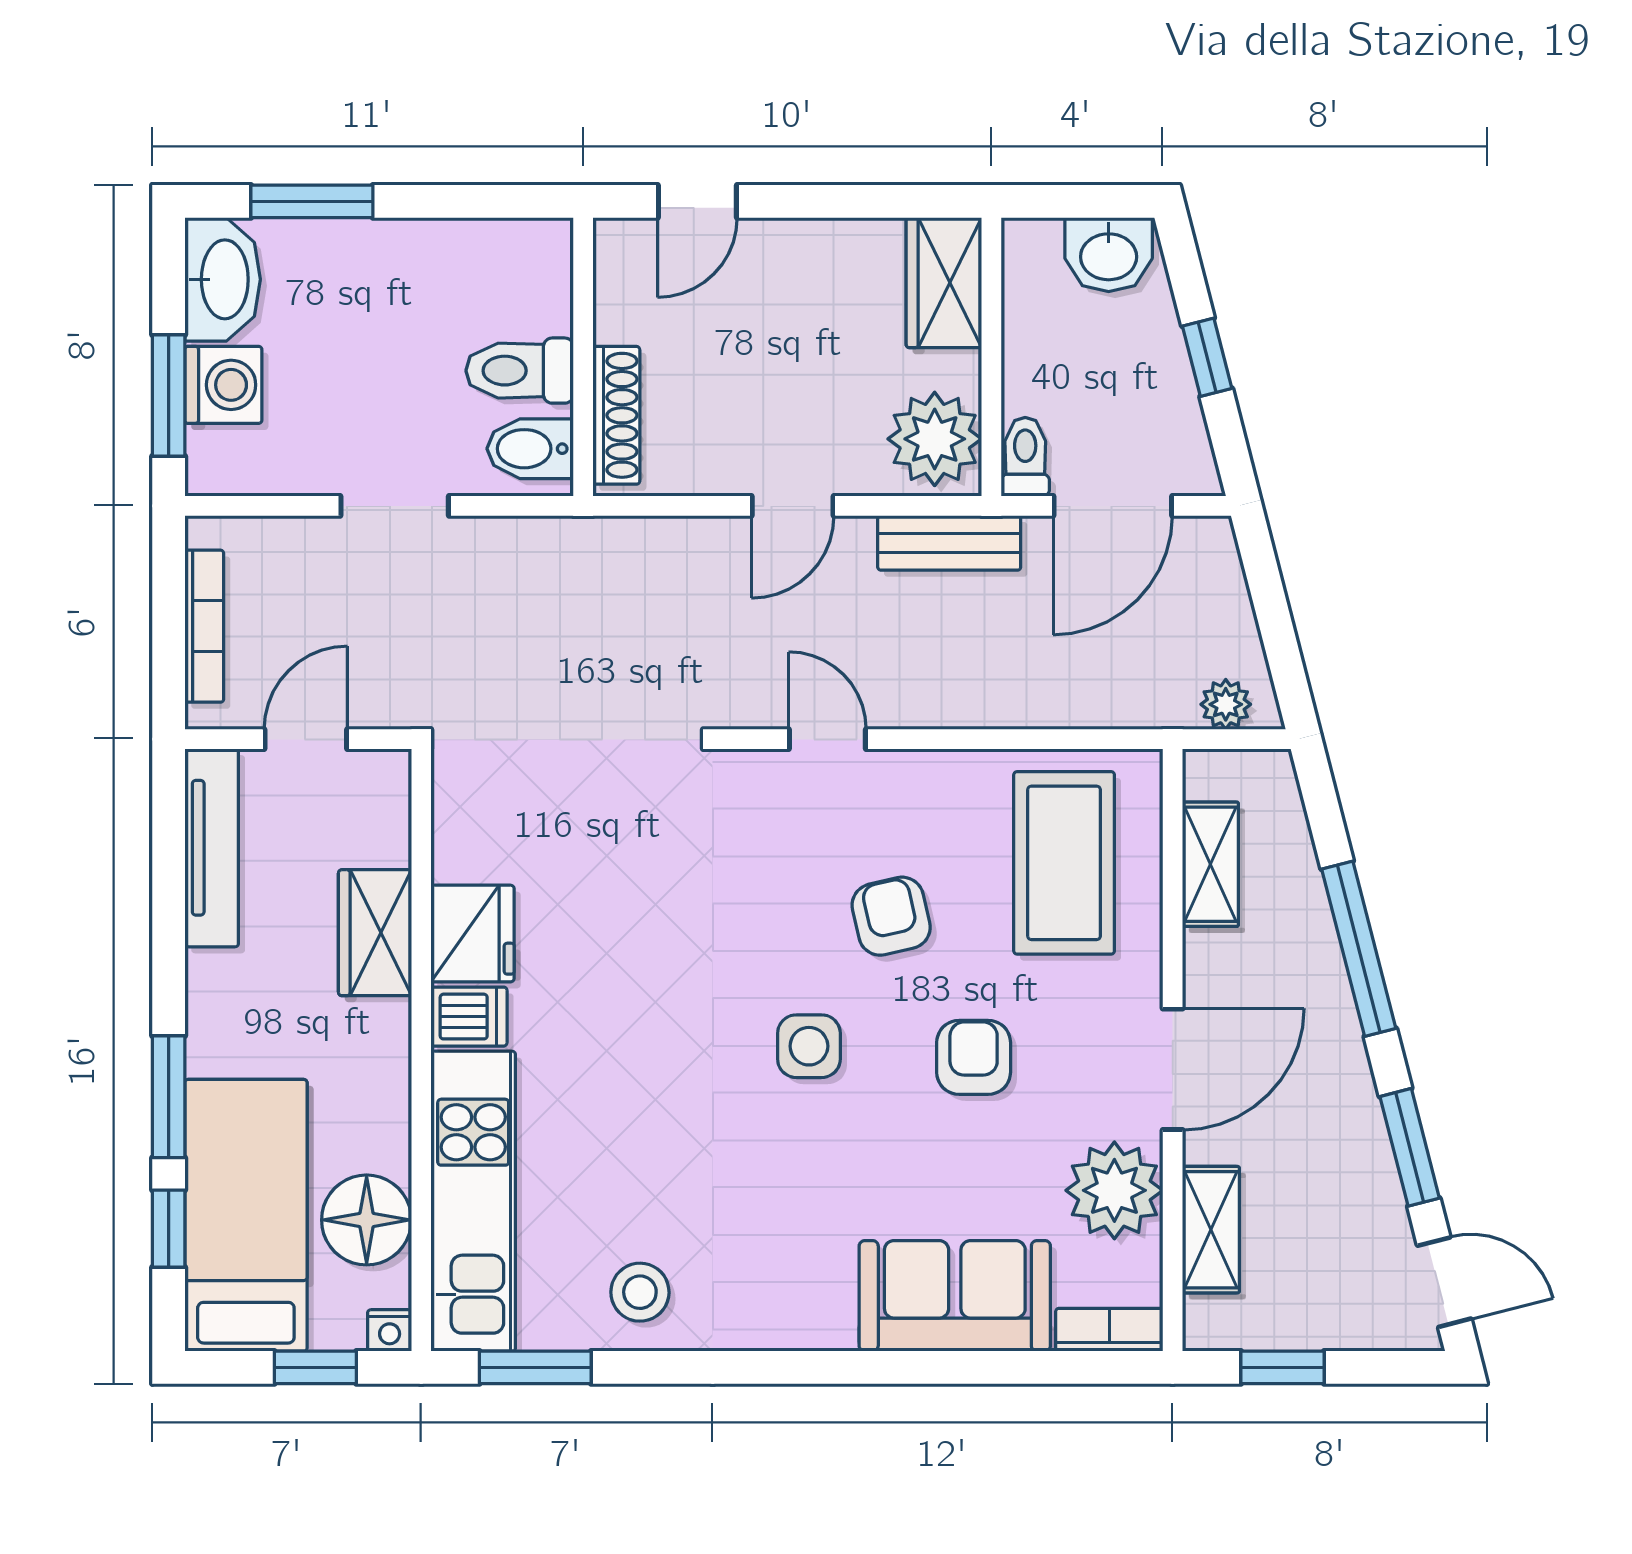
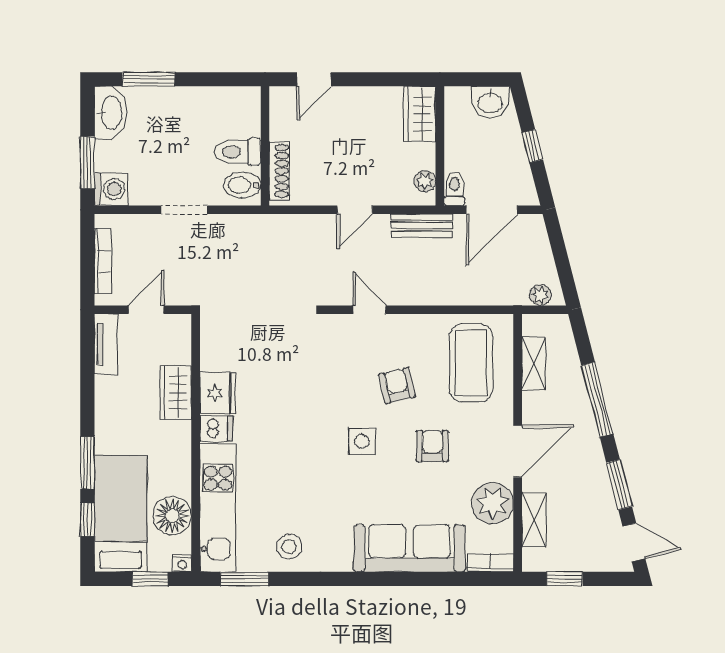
washing machine: (223, 385) -> (111, 189), moved
plant: (935, 439) -> (425, 181), width x0.53, depth x0.53
tv unit: (212, 848) -> (106, 344), width x0.71
sofa: (955, 1296) -> (409, 548), width x1.36

